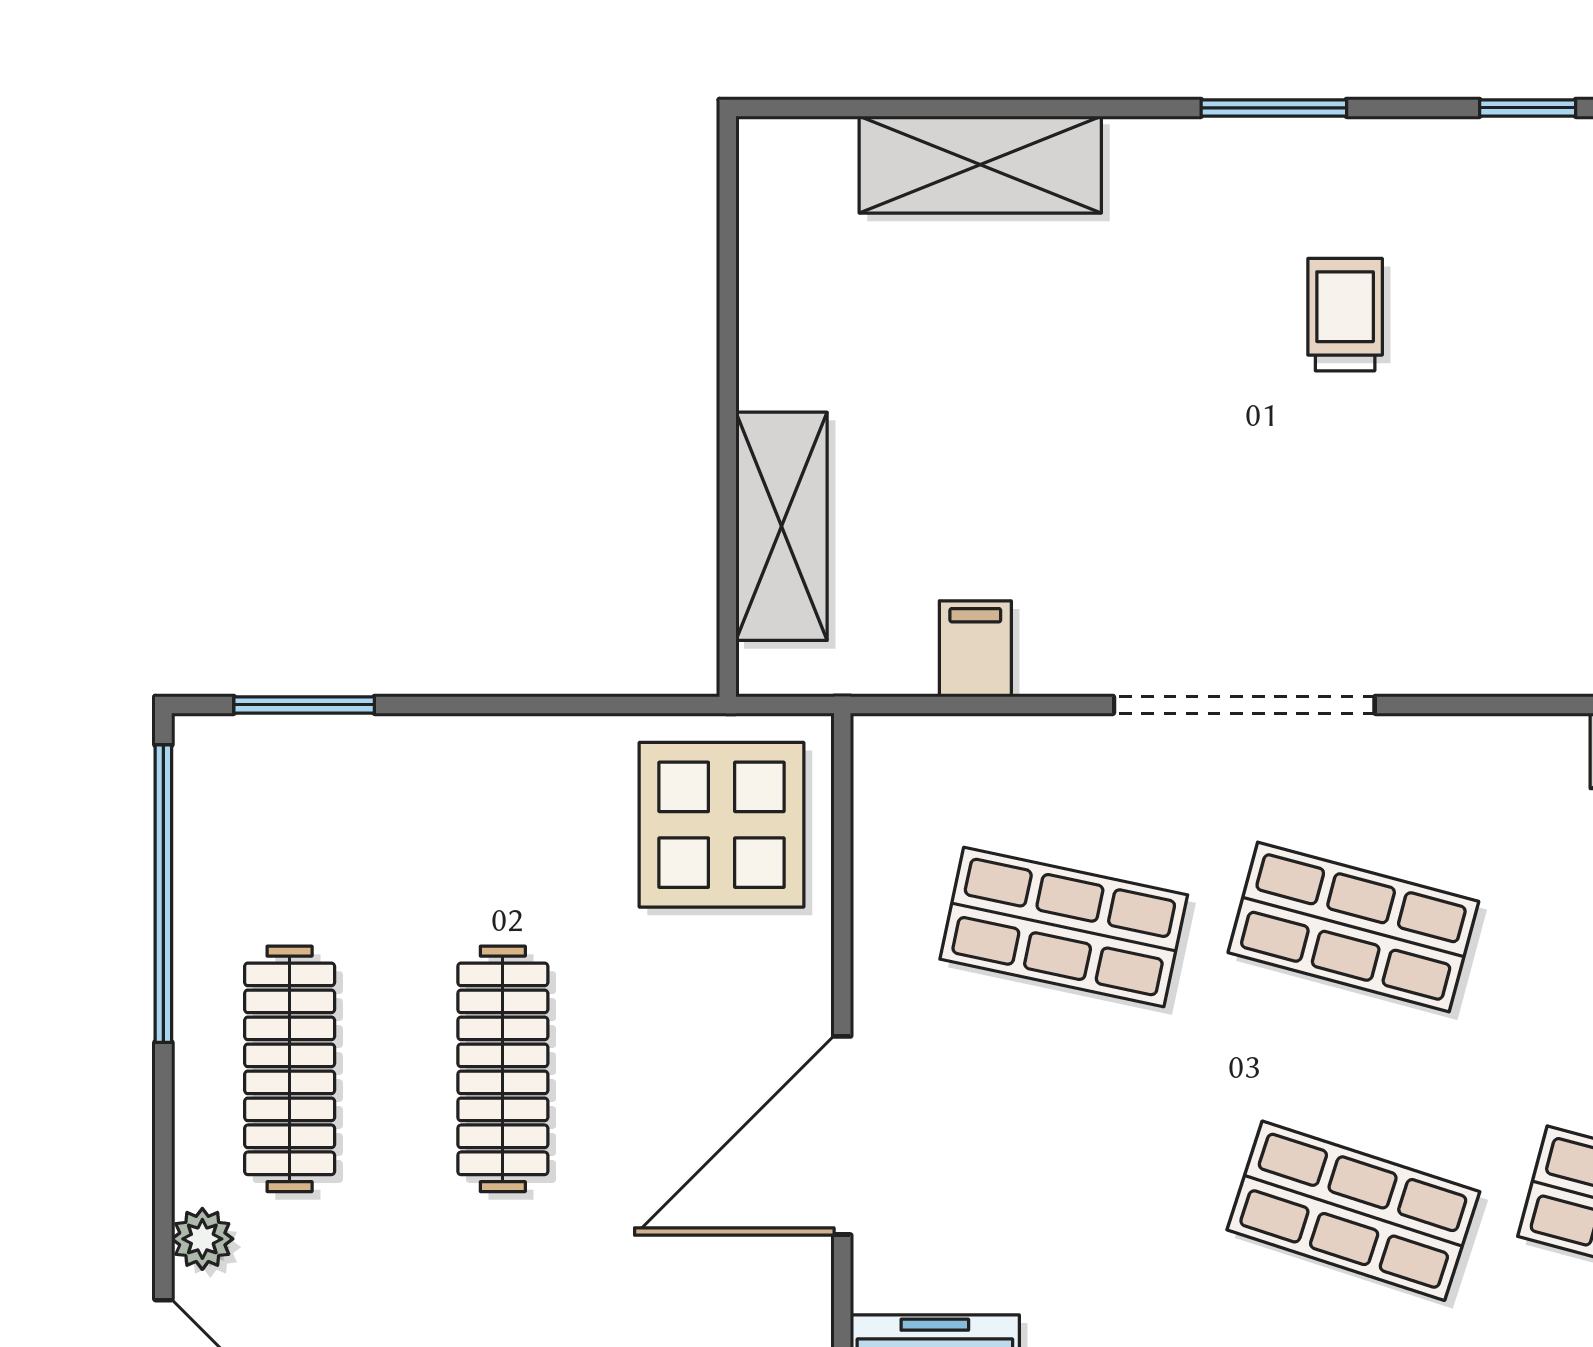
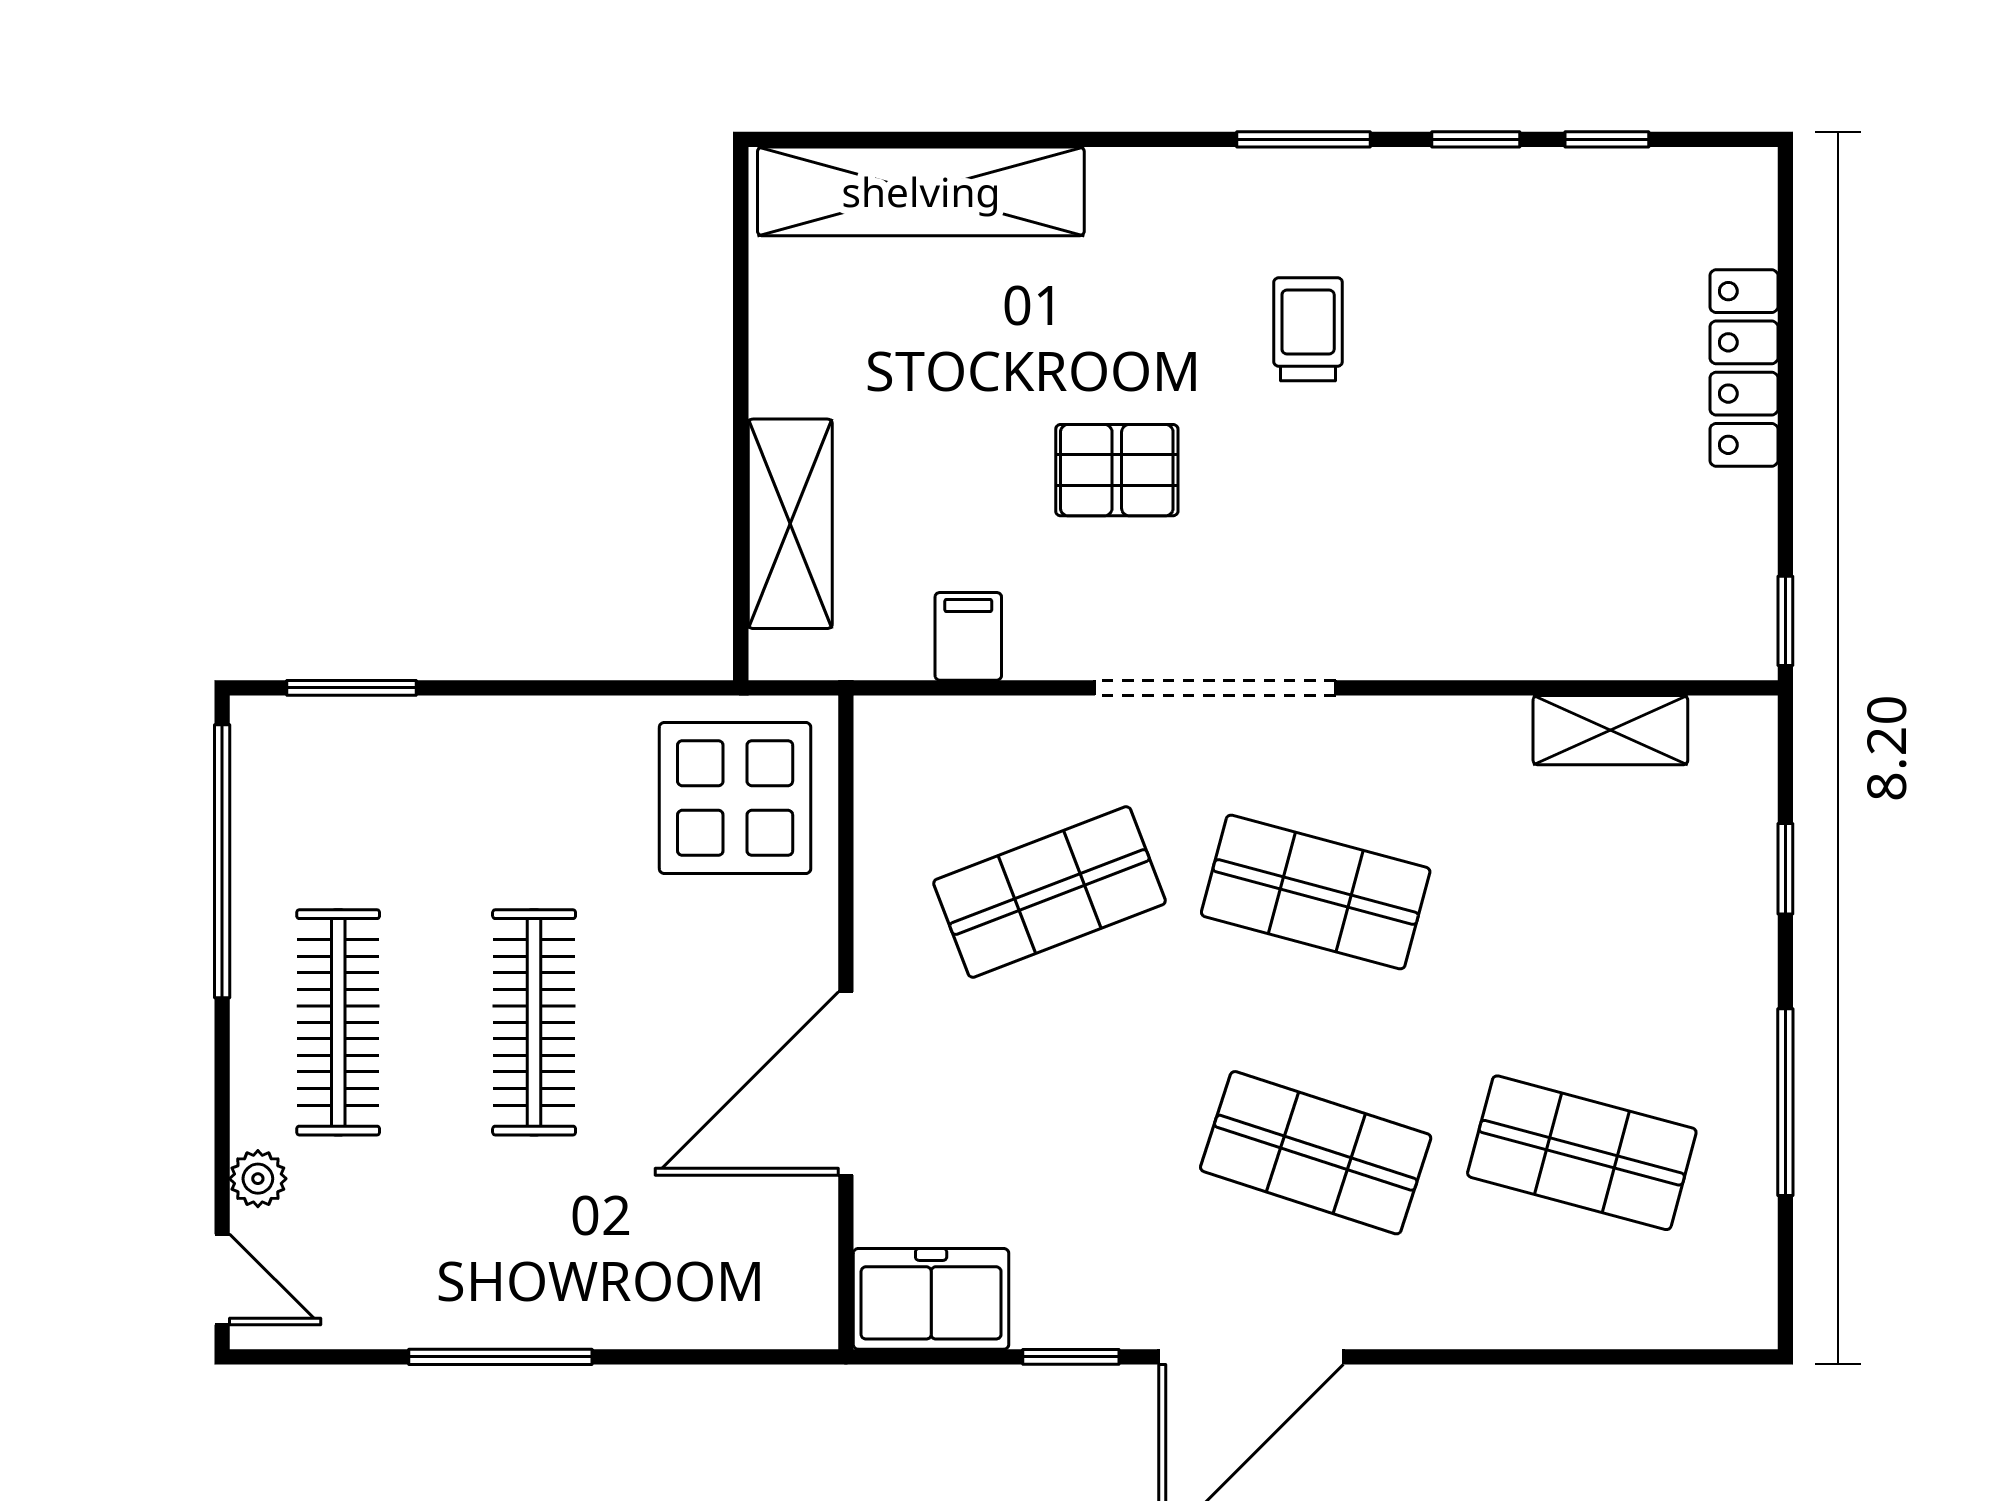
window: (1274, 108) -> (1304, 139), moved
shelving: (980, 165) -> (921, 191), width x1.47
pallet: (1137, 468) -> (1117, 470), added
shop shelf: (1064, 927) -> (1050, 892), turned -33

